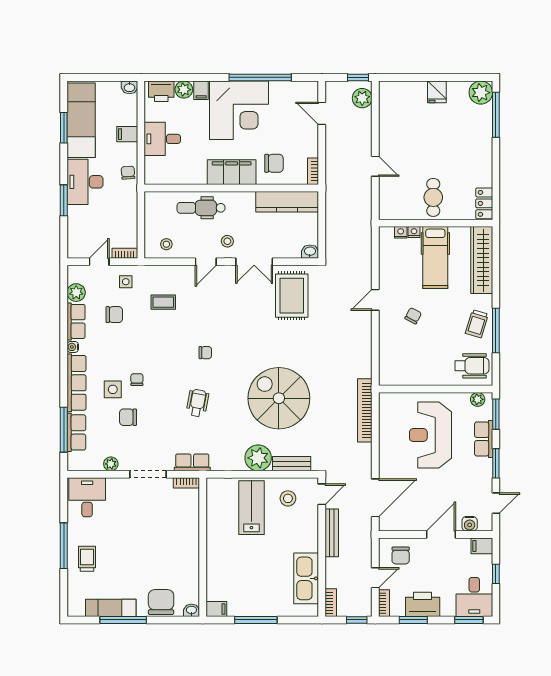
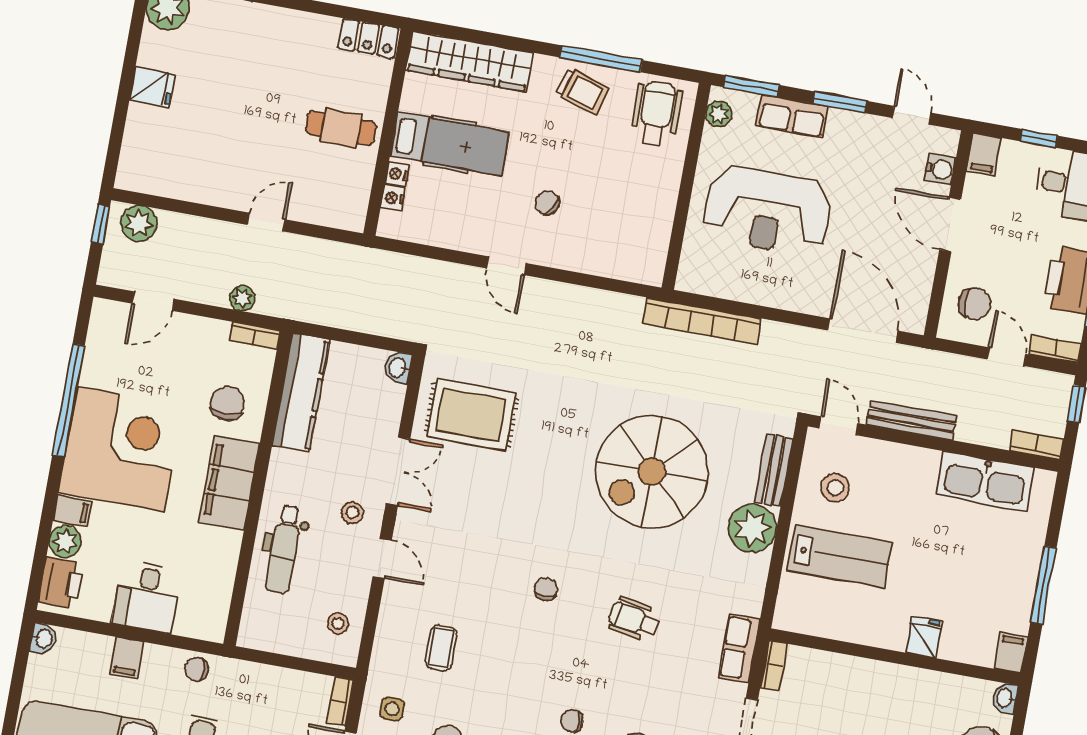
plant: (332, 161) -> (242, 298), added
lab bench: (251, 508) -> (840, 557), turned 180
fridge: (216, 561) -> (924, 637), added

